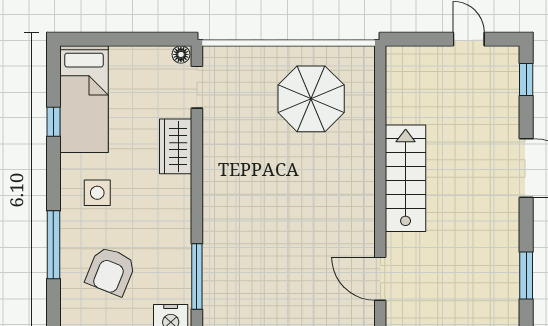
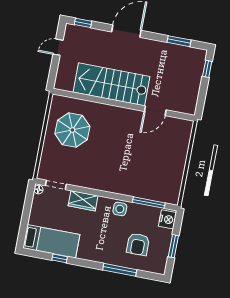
stairs: (406, 178) -> (112, 84), width x1.36, depth x1.51
side table: (97, 193) -> (120, 209), moved
armchair: (111, 271) -> (138, 244), turned 68
door: (380, 279) -> (155, 111), moved

